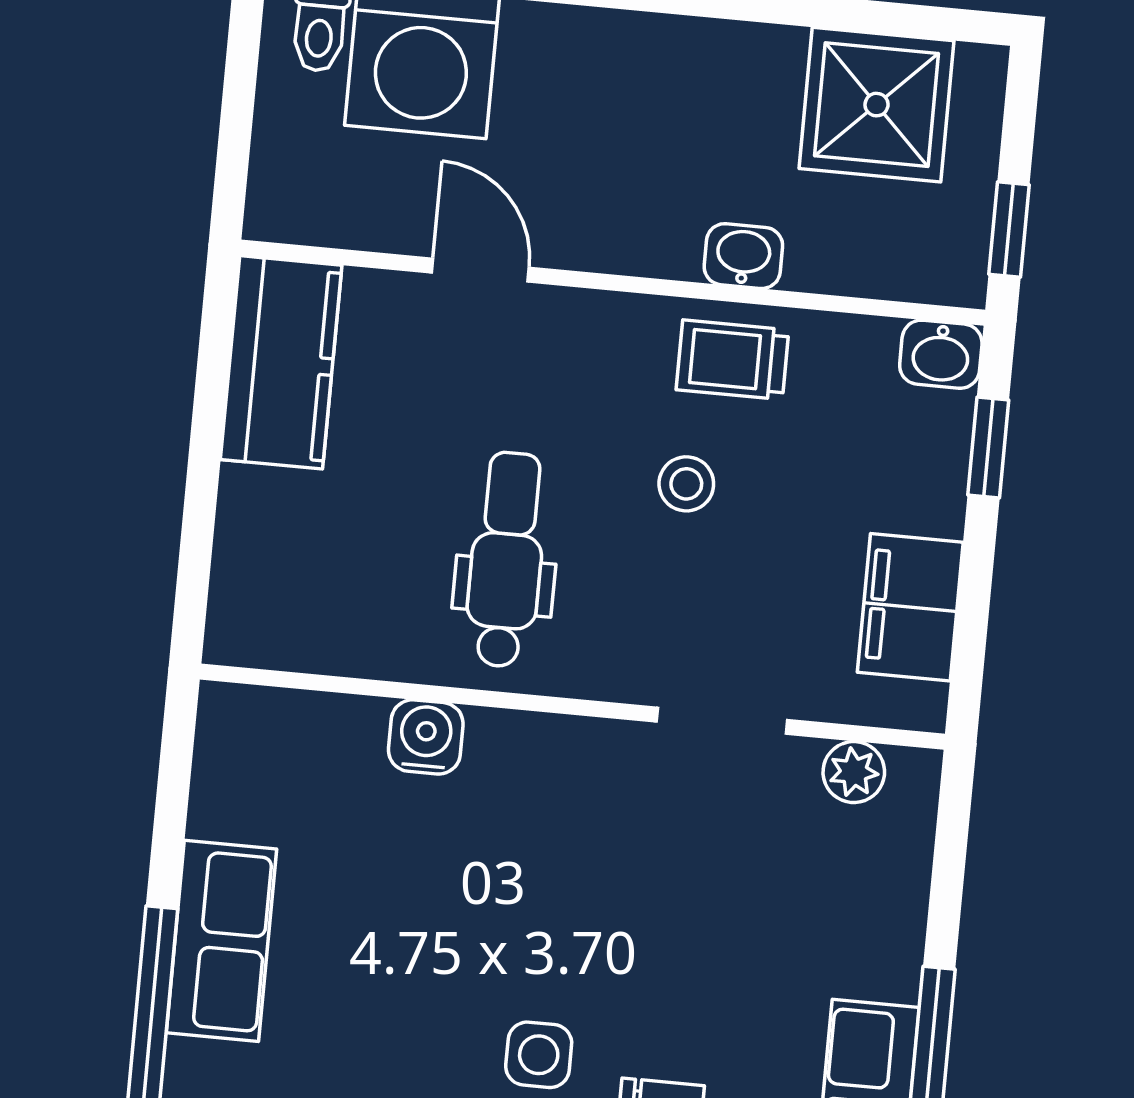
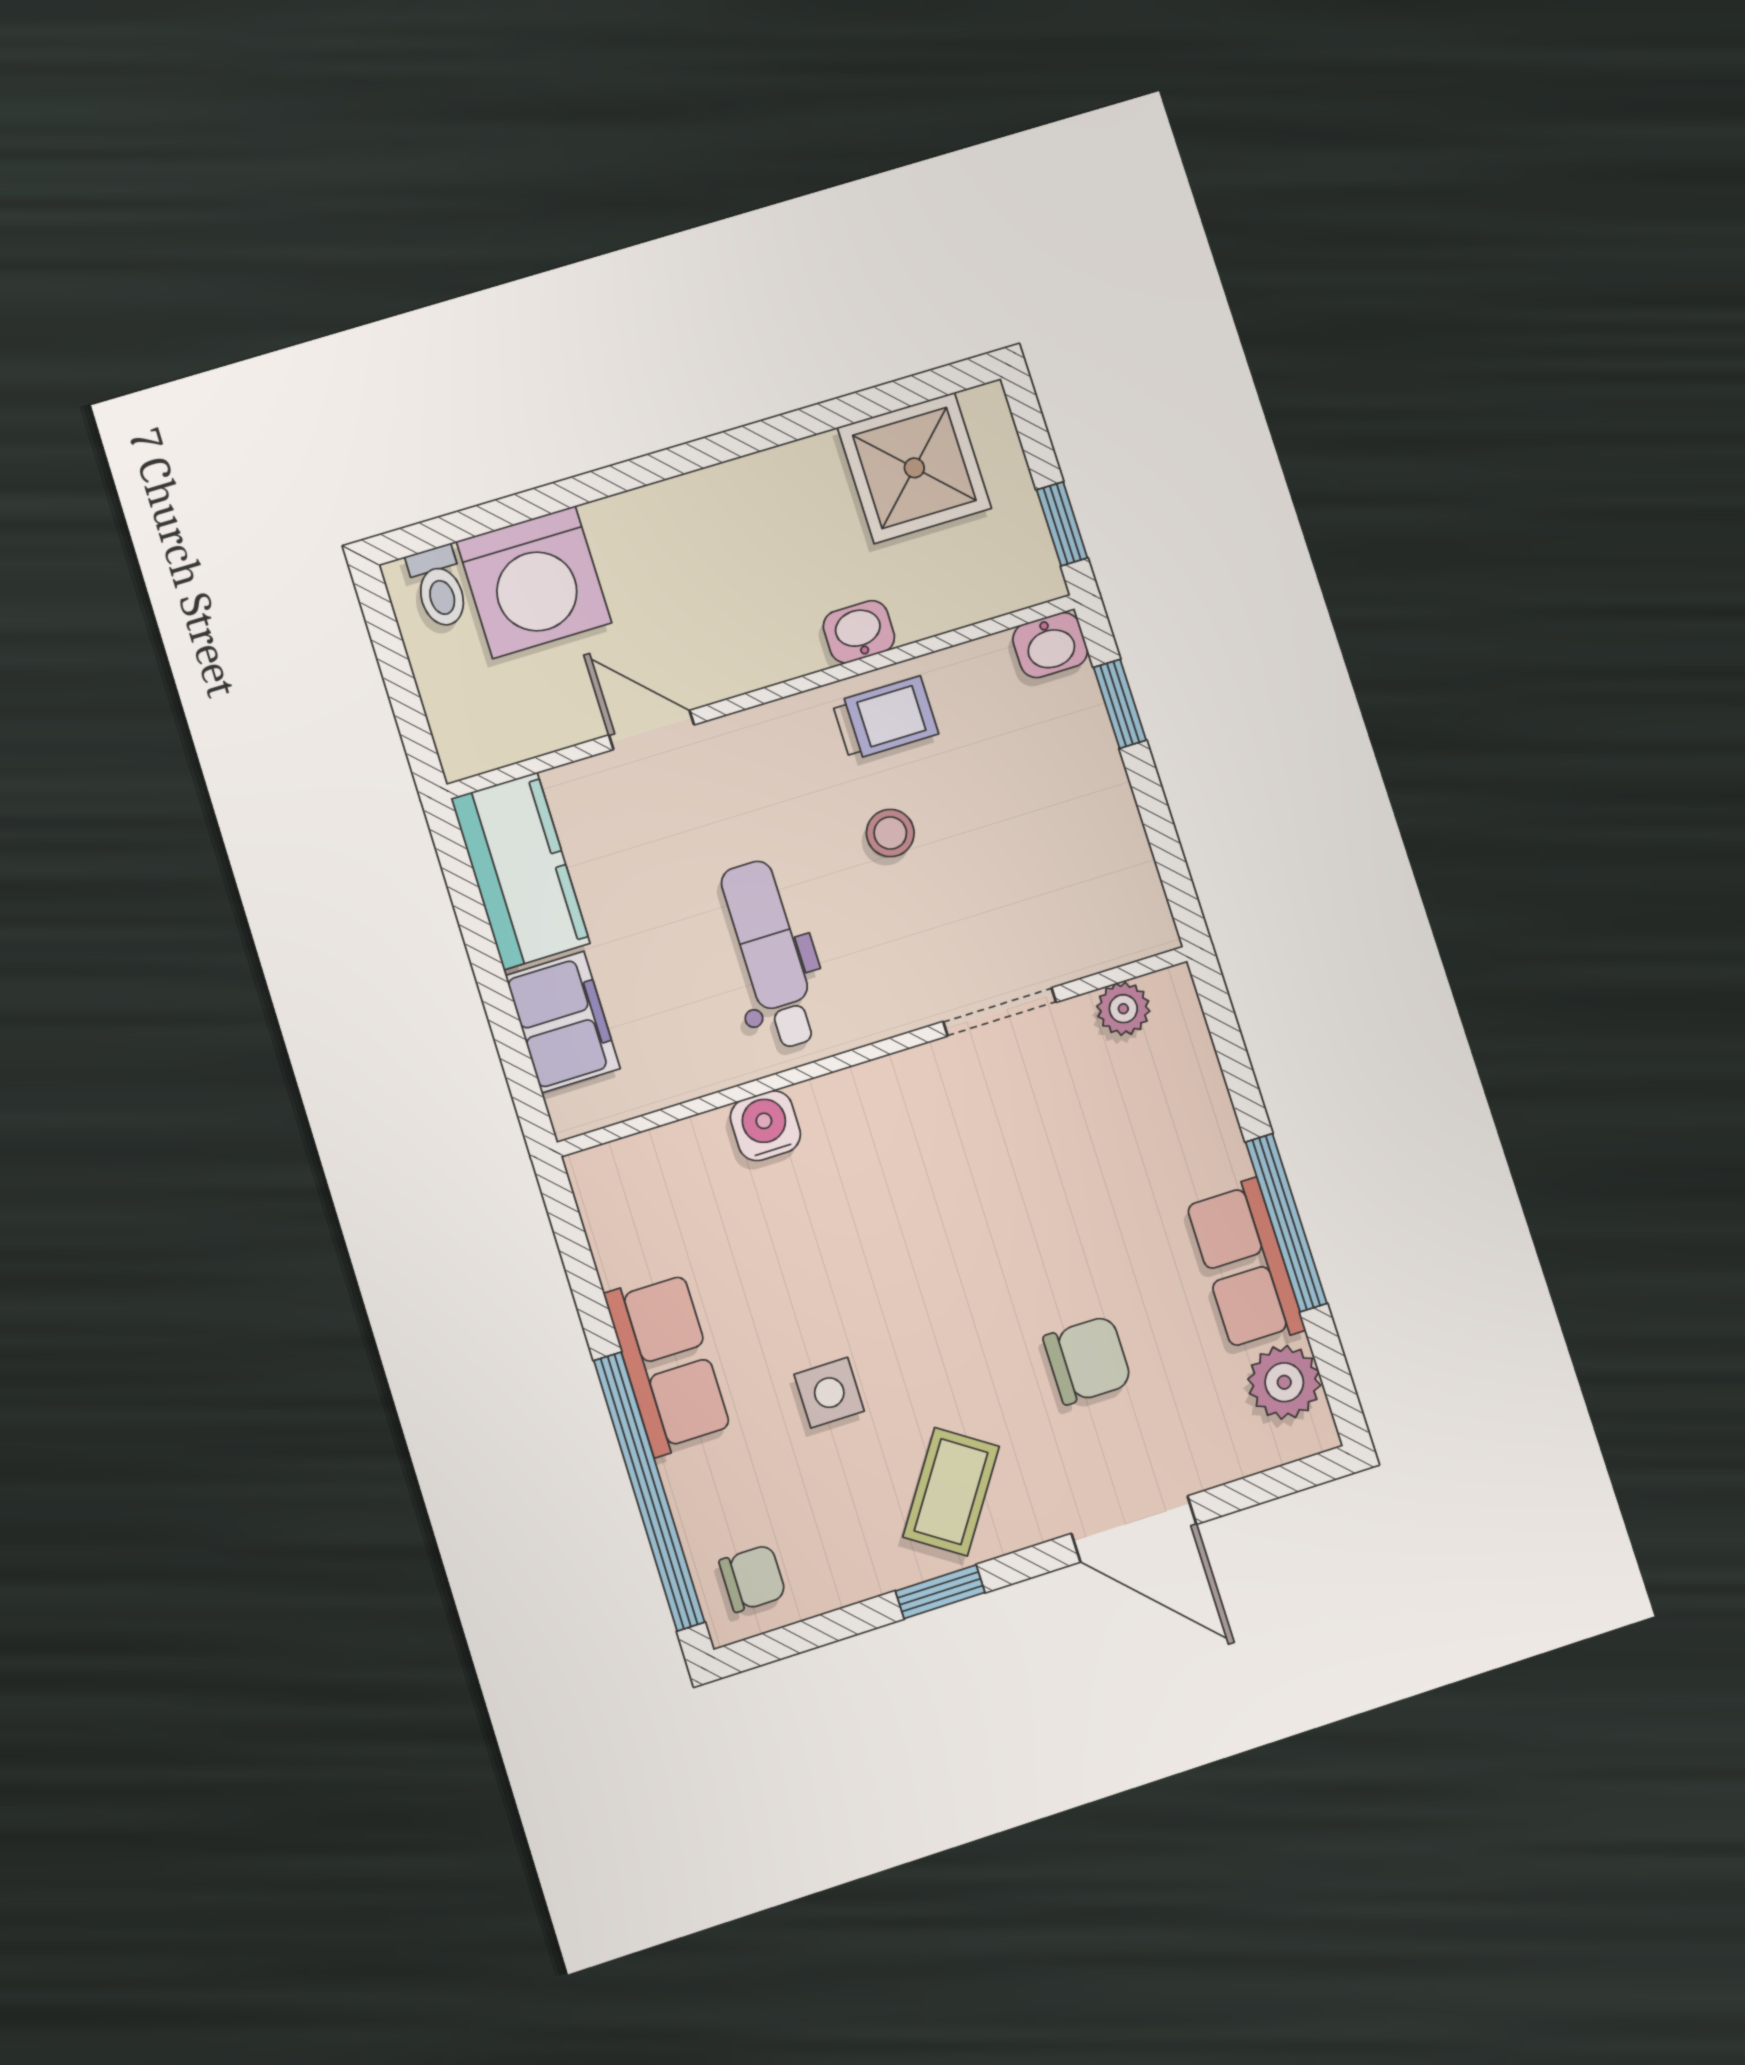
trolley: (732, 360) -> (885, 718), turned 180
filing cabinet: (910, 607) -> (563, 1022), moved, turned 180
side table: (539, 1055) -> (829, 1393), moved

